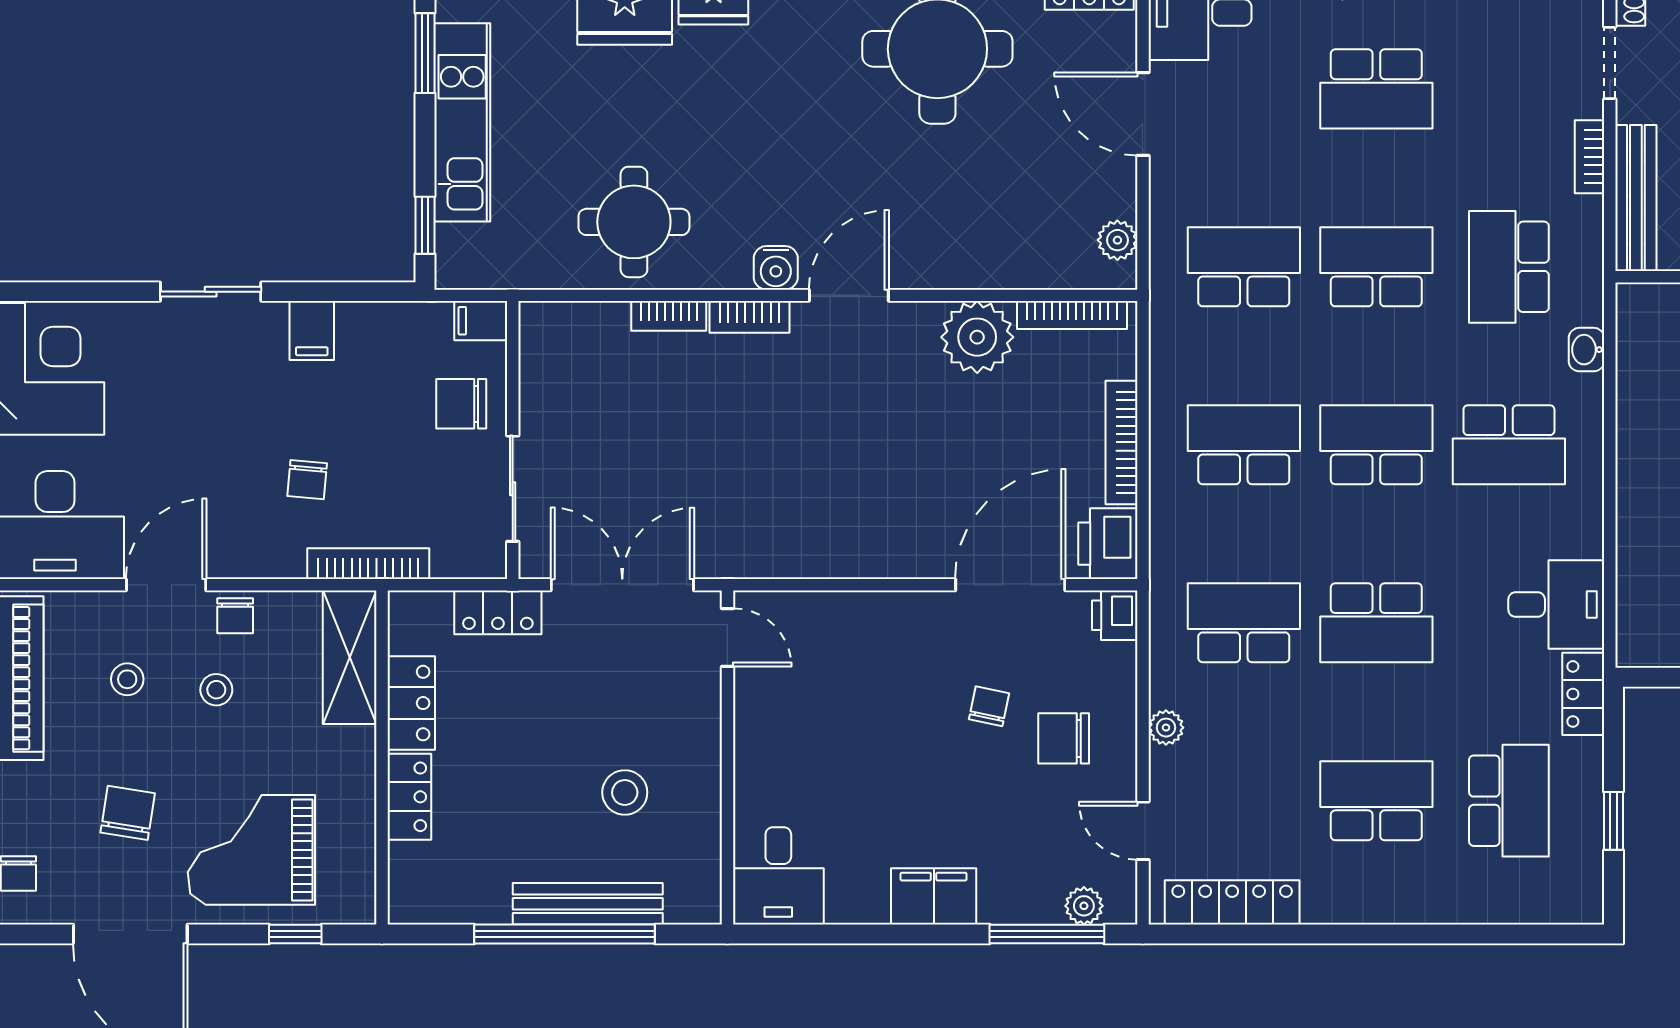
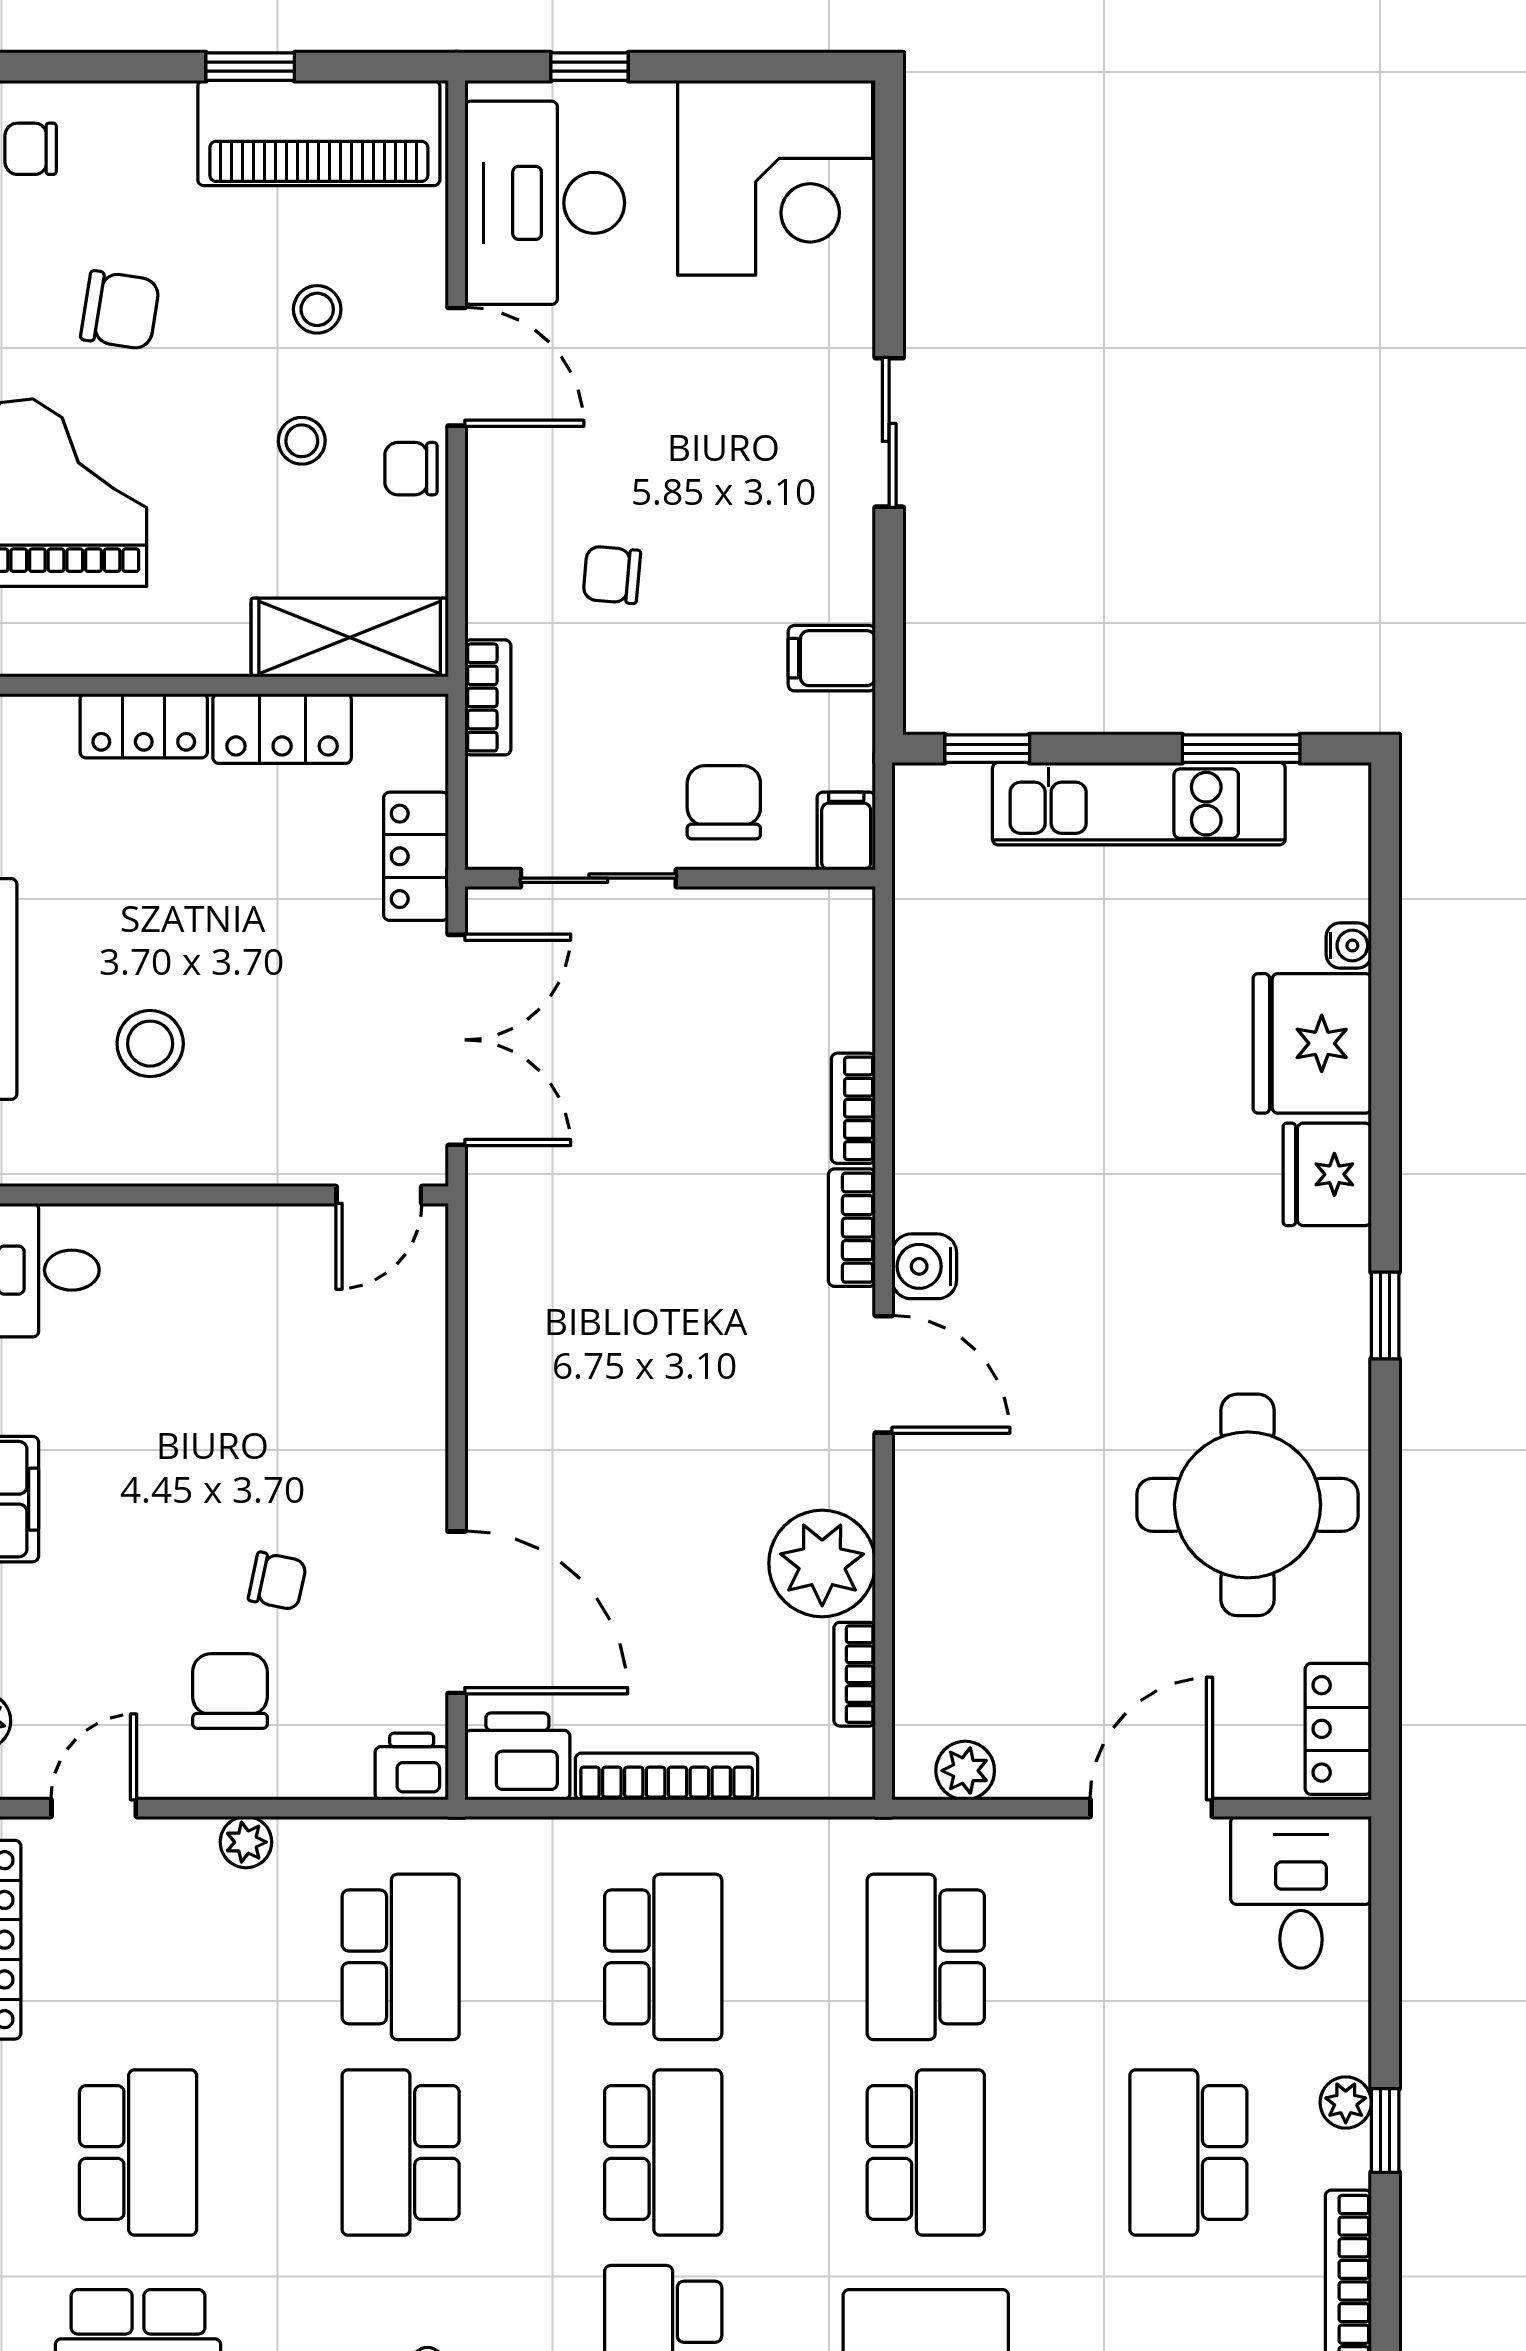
round table: (634, 222) -> (992, 1057), removed
school desk: (1244, 267) -> (926, 1957), turned 180
bookcase: (1072, 315) -> (855, 1674), width x0.64
filing cabinet: (312, 331) -> (832, 658), moved
bookcase: (368, 564) -> (488, 697), width x0.64

